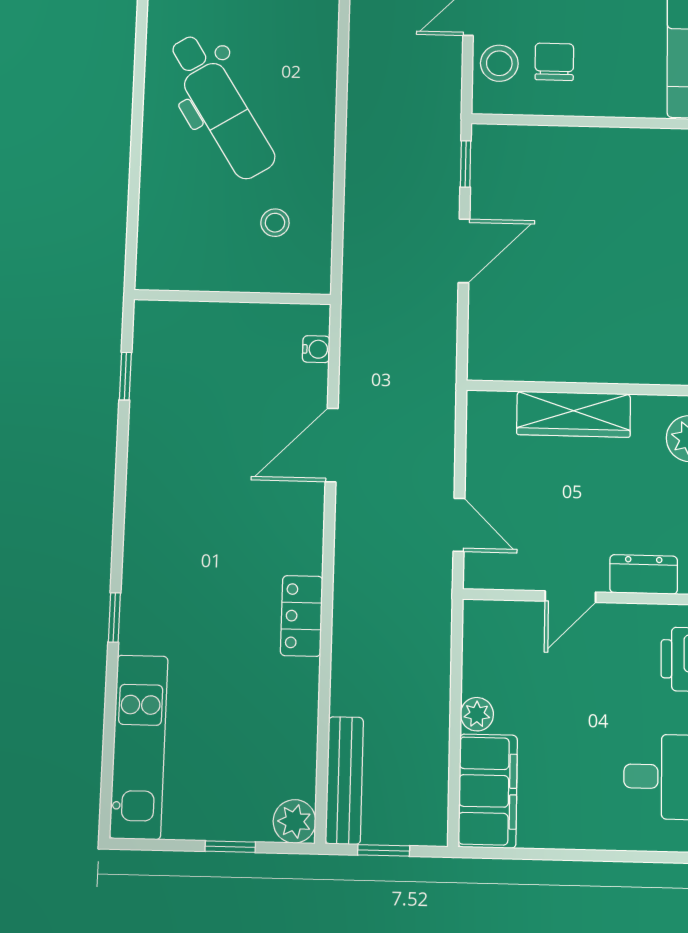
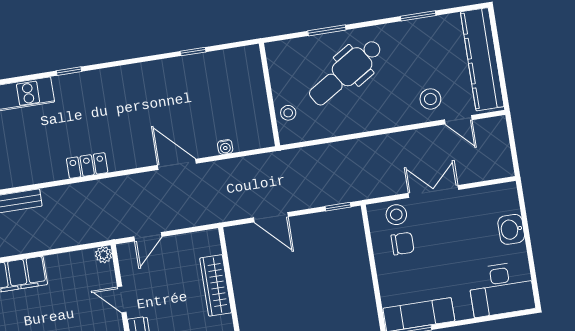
window: (137, 126) -> (327, 30), added
door: (464, 251) -> (271, 217), moved
wall: (232, 297) -> (269, 95), moved
plant: (477, 714) -> (104, 255), moved

